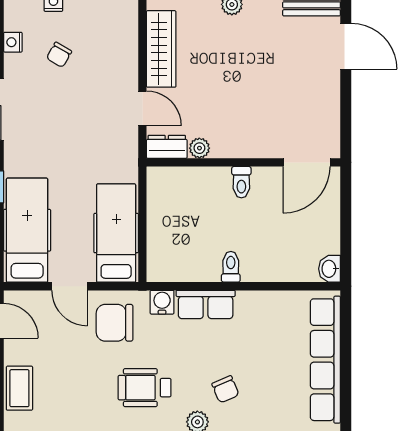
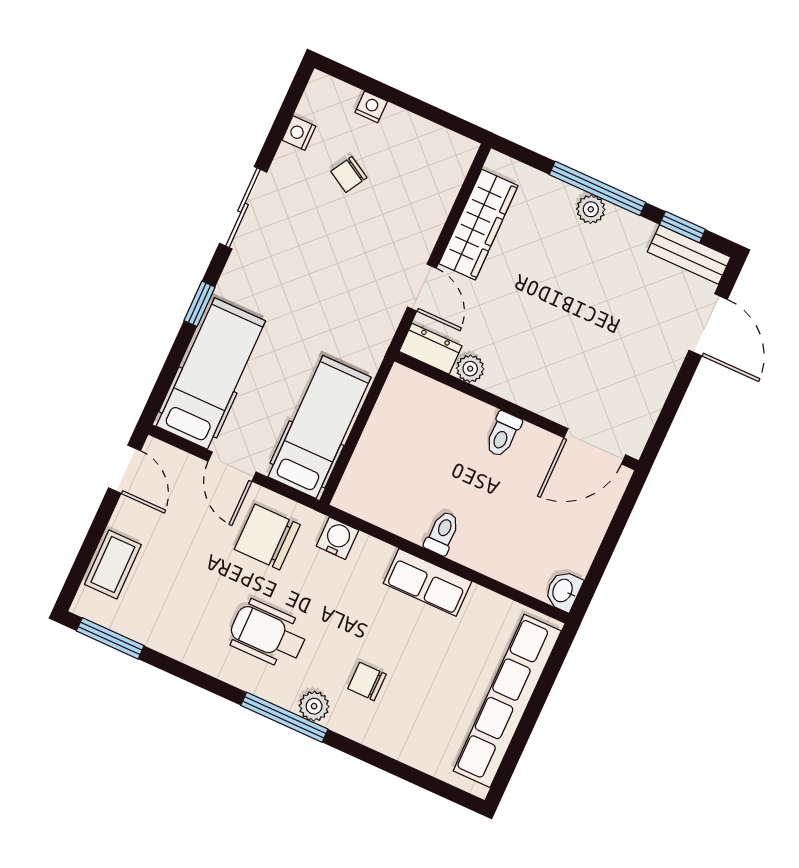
row of seats: (206, 304) -> (428, 582), moved
chair: (225, 389) -> (367, 681), turned 113

